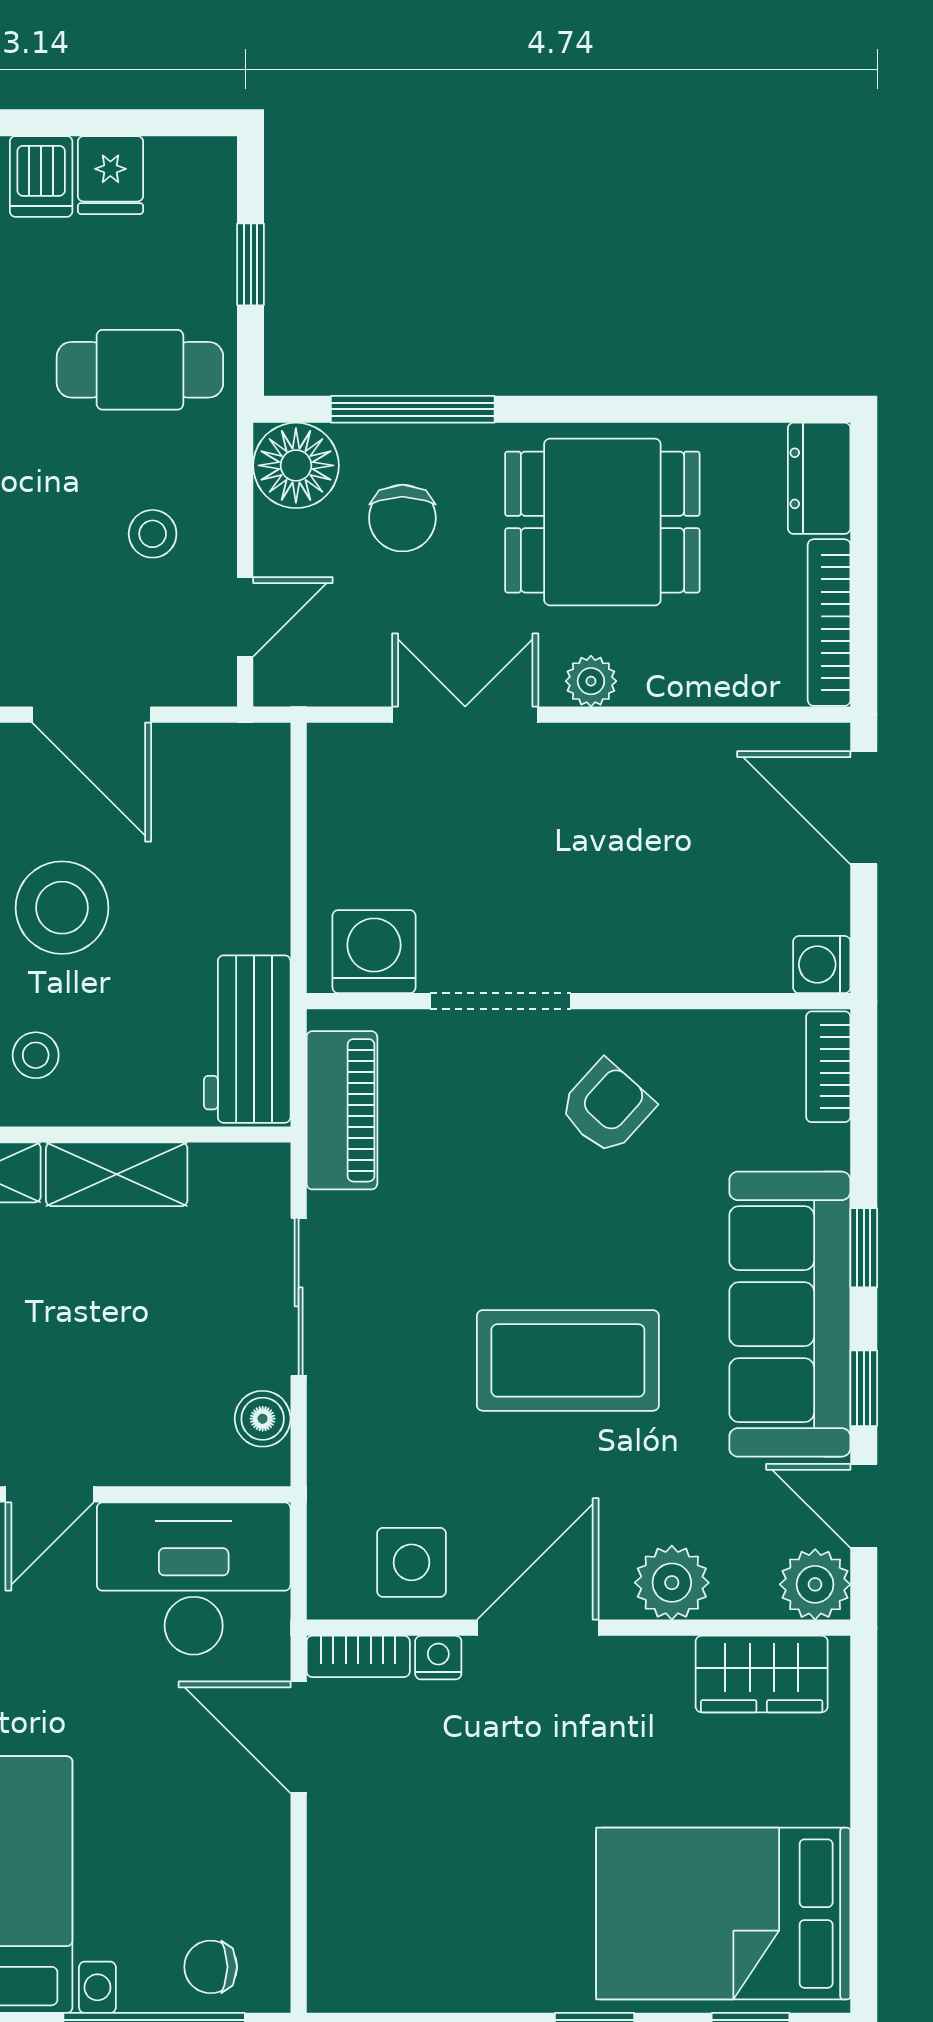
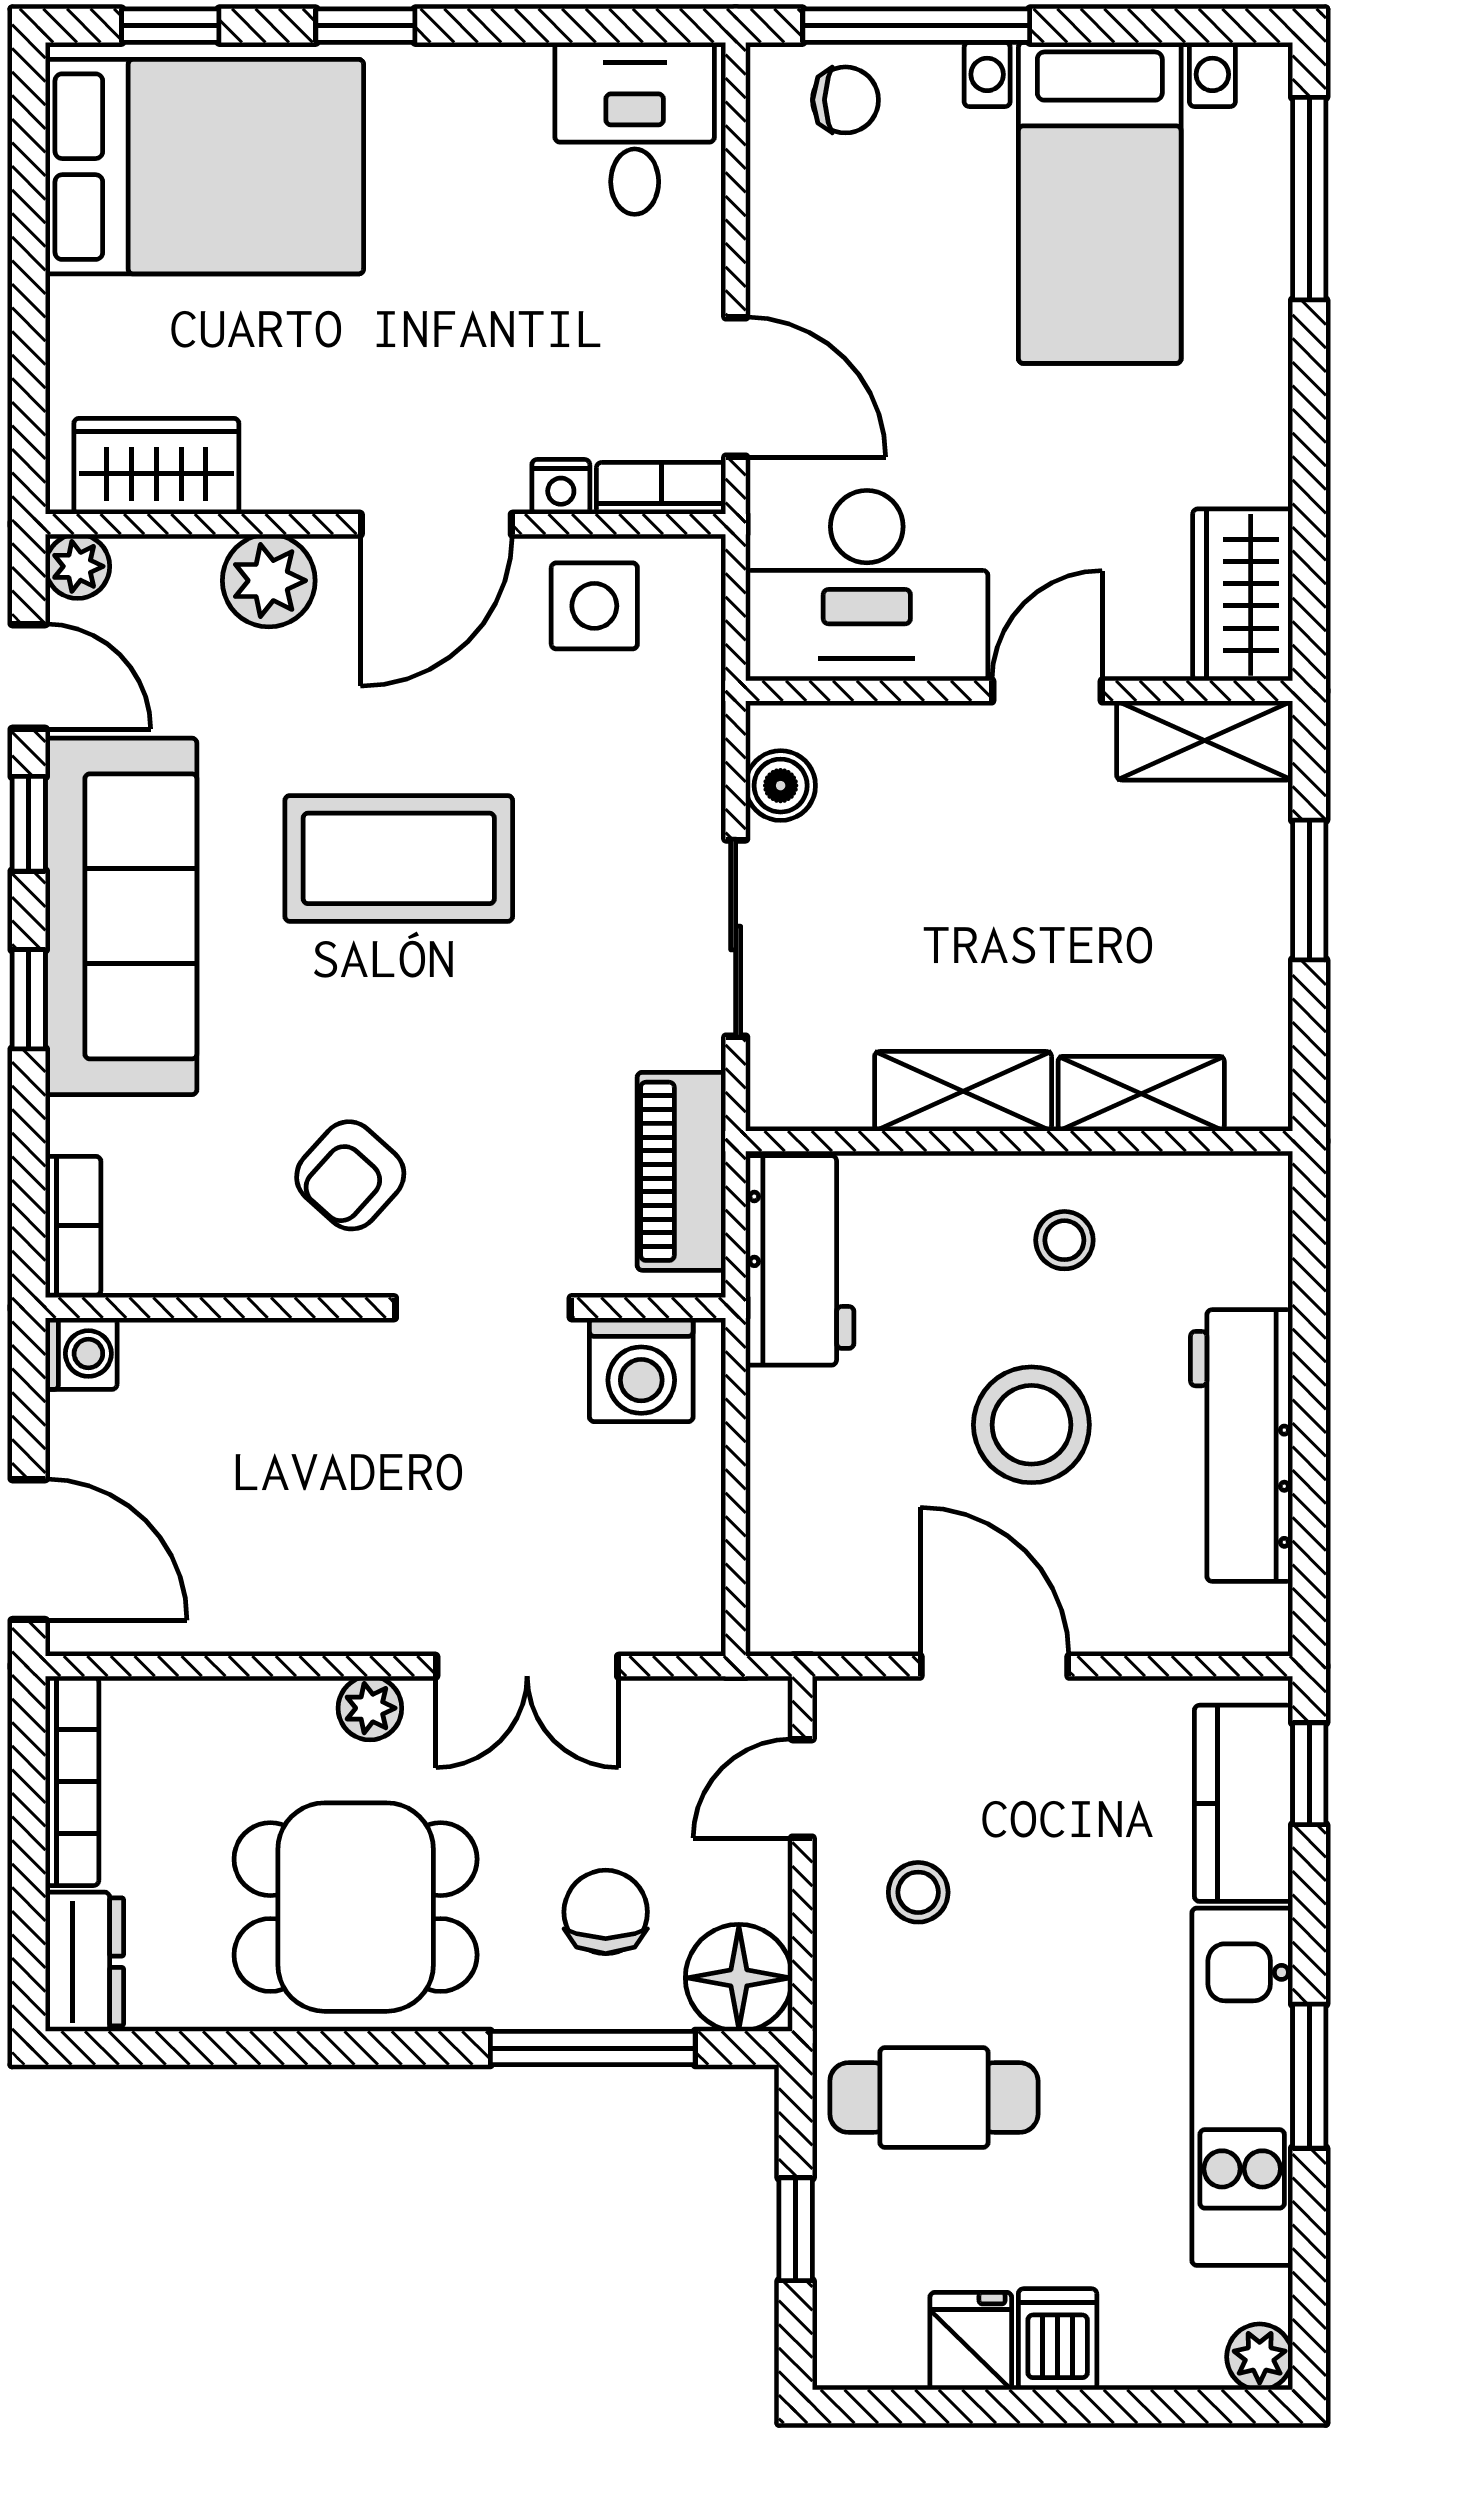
plant: (815, 1584) -> (78, 566), width x0.73, depth x0.73
desk: (379, 1944) -> (635, 128), added

